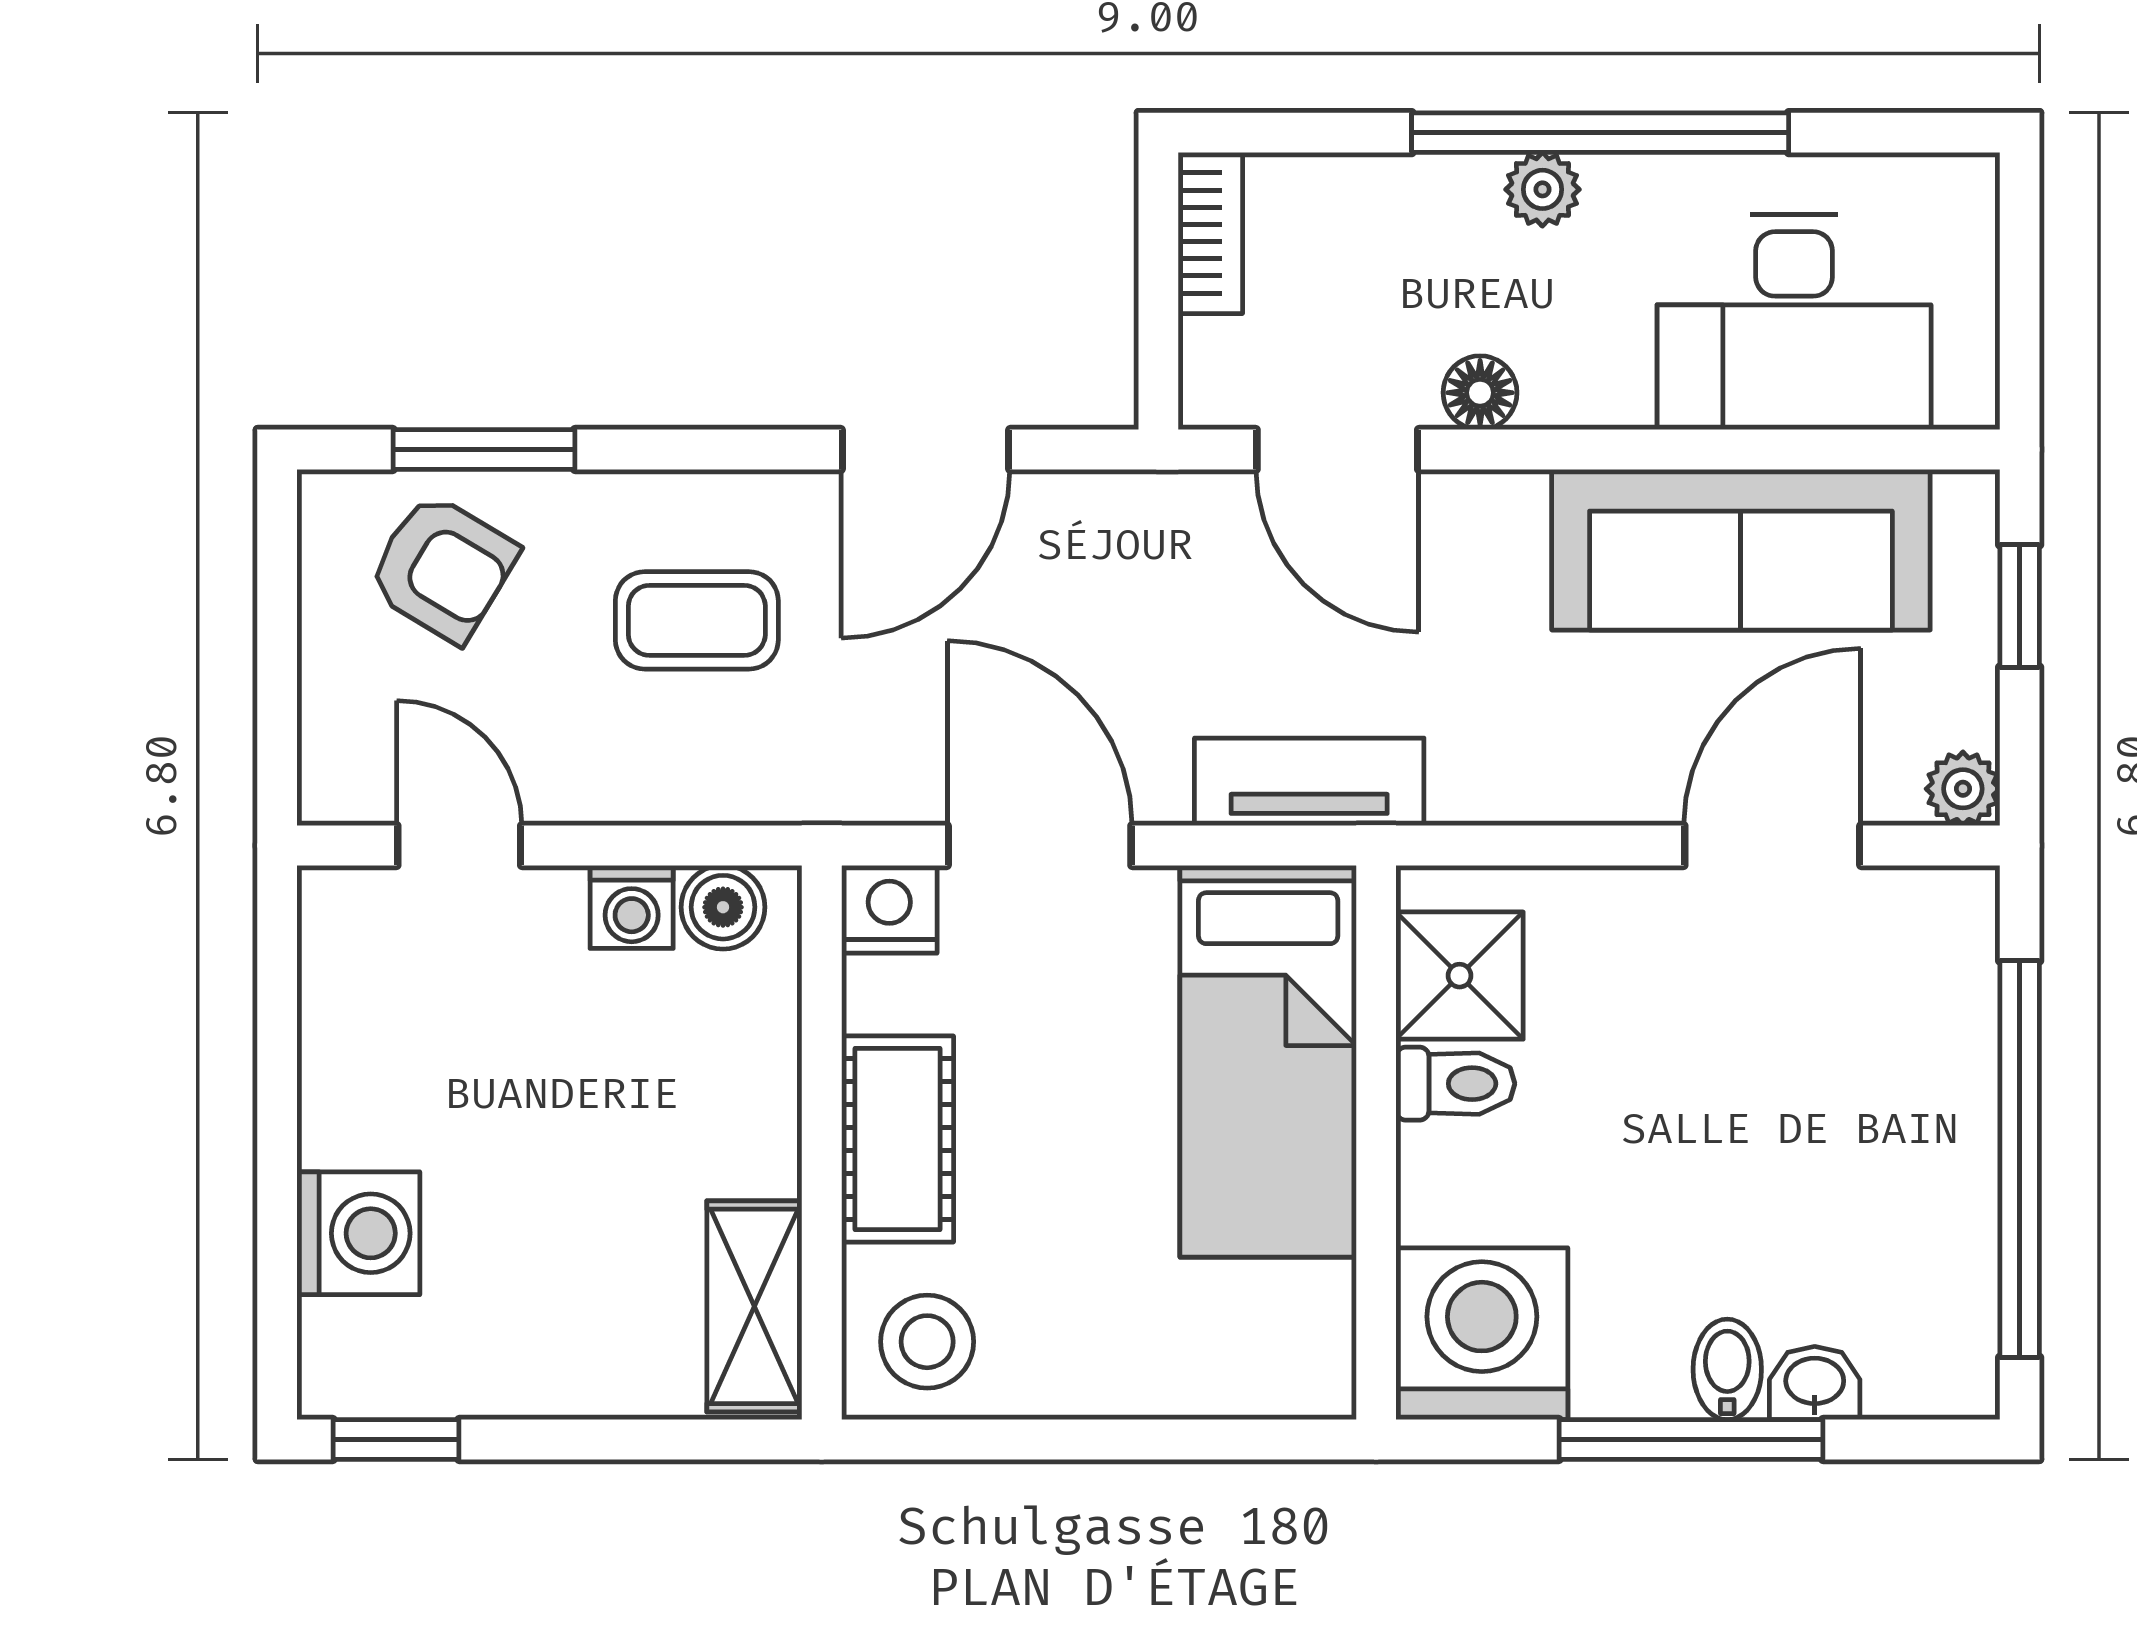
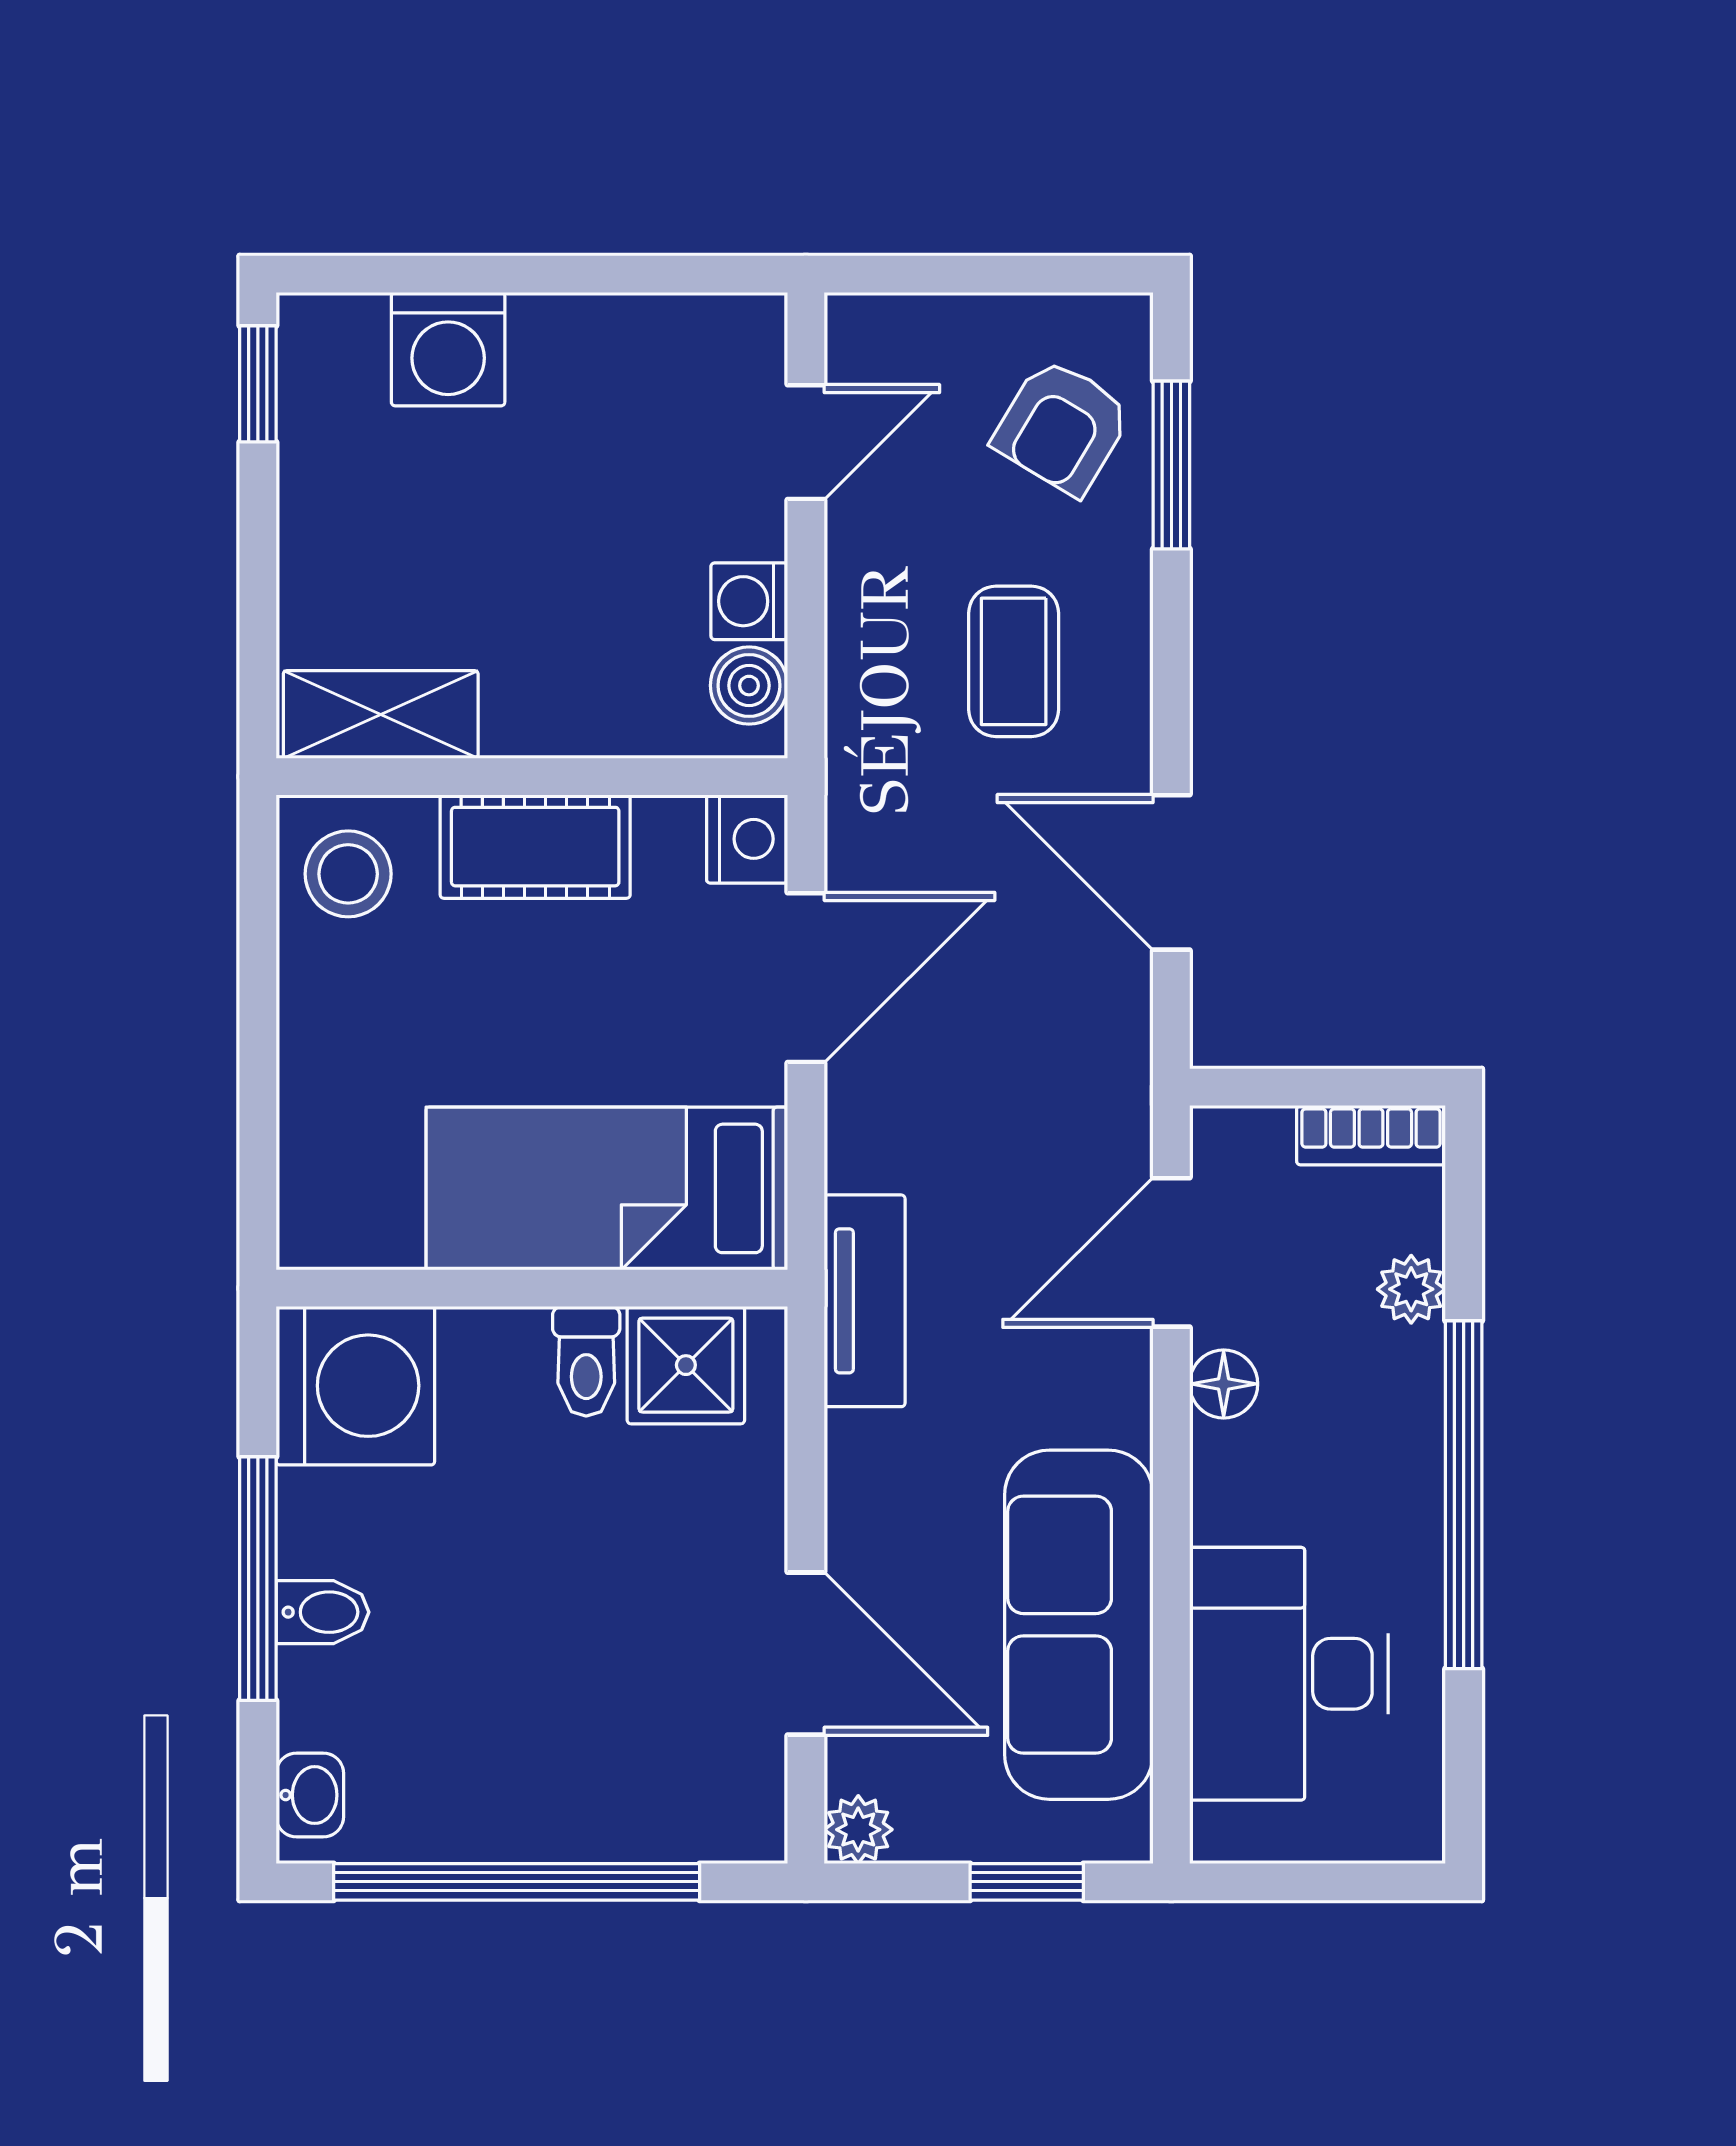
plant: (1542, 189) -> (1411, 1289), moved
tv unit: (1309, 782) -> (865, 1301), moved
washbasin: (1815, 1383) -> (310, 1795), moved

